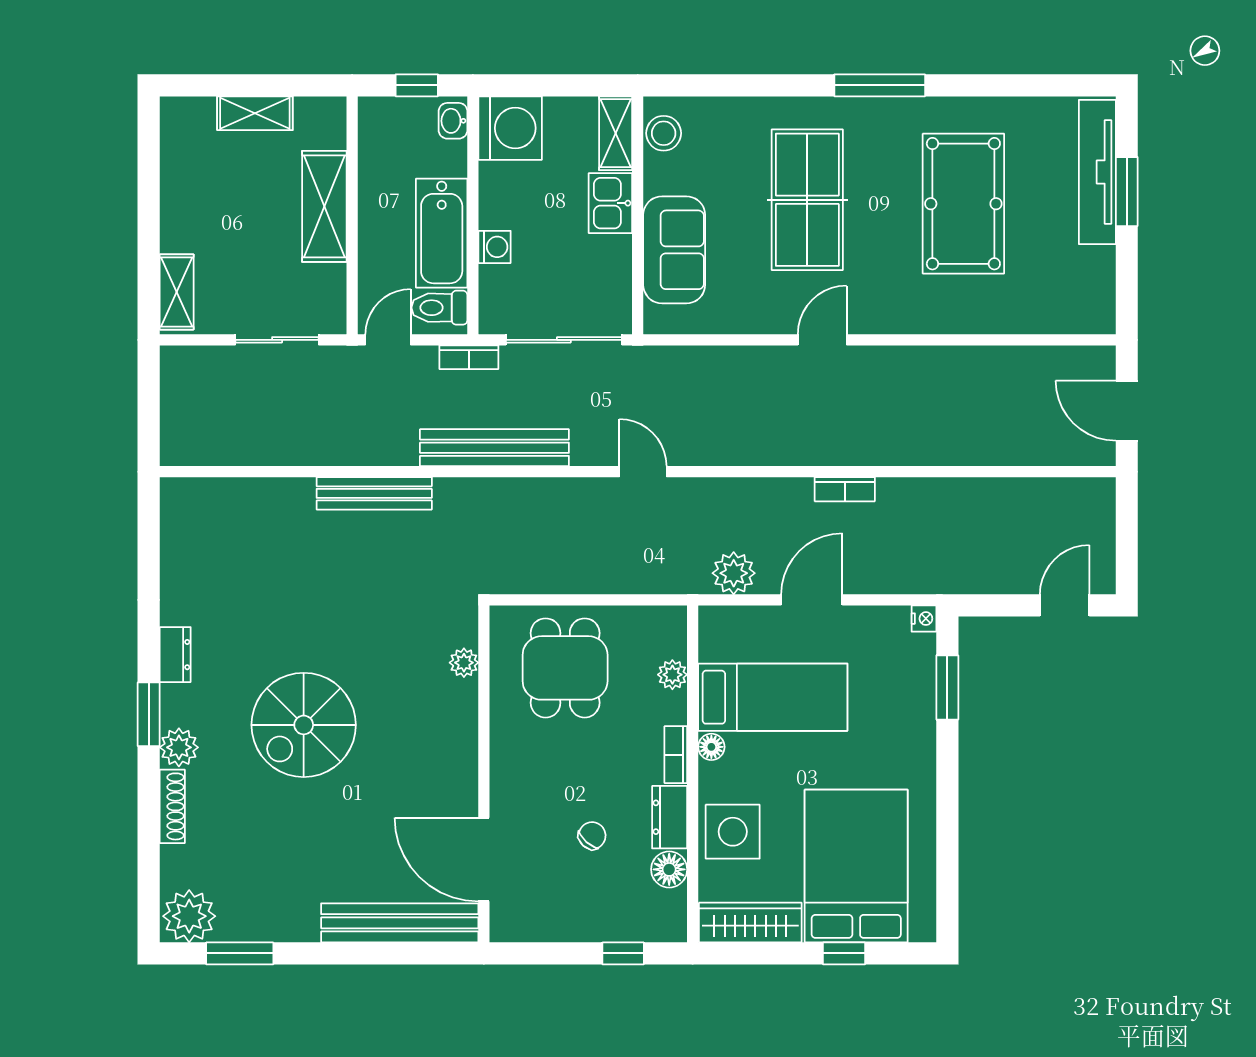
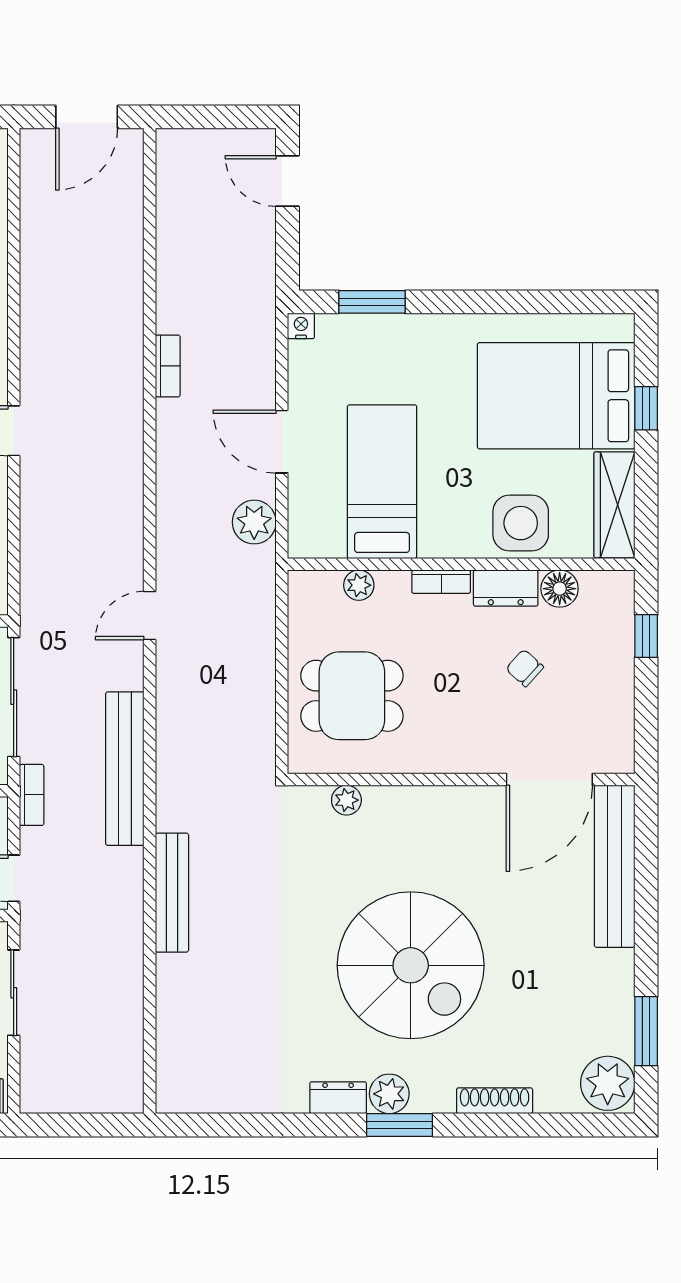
bookcase: (845, 489) -> (168, 366), moved
spiral stairs: (304, 725) -> (411, 965), width x1.37, depth x1.37
plant: (179, 747) -> (389, 1094), moved
floor lamp: (711, 747) -> (433, 545), removed

